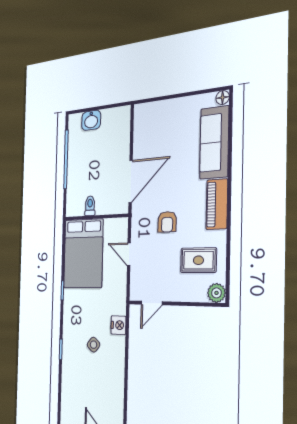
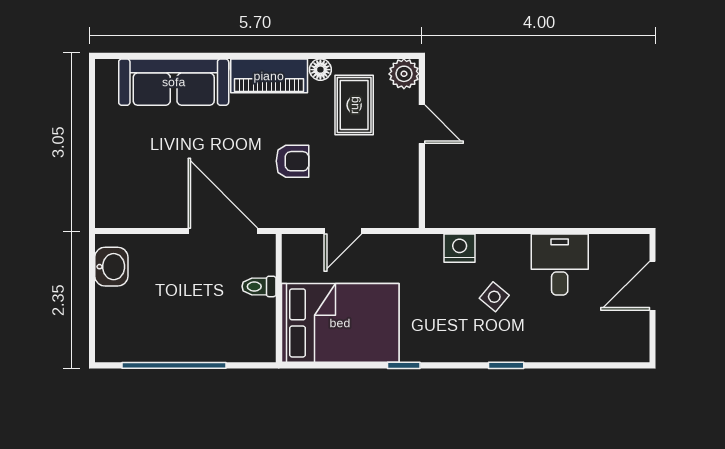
floor lamp: (223, 98) -> (320, 70), moved
washbasin: (91, 120) -> (111, 267), moved
toilet: (90, 206) -> (259, 286), moved
door: (152, 303) -> (422, 124), moved
desk: (109, 385) -> (560, 265), added

